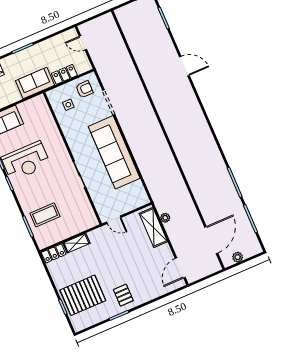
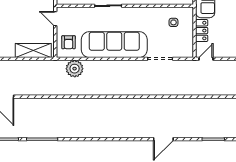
door: (83, 43) -> (206, 59), moved
armchair: (84, 89) -> (69, 42), moved
plant: (165, 218) -> (75, 69), moved, width x1.88, depth x1.88
door: (114, 220) -> (55, 19), hinge flipped

